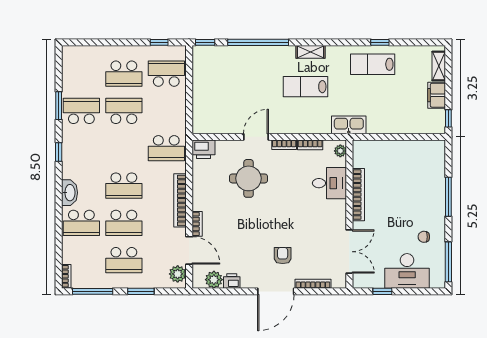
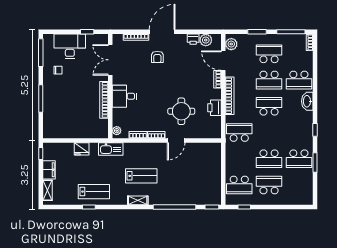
fridge: (390, 125) -> (82, 149), added
printer: (204, 149) -> (214, 108), moved, turned -90
desk: (329, 183) -> (124, 96), moved
school desk: (81, 223) -> (299, 80), turned 180
school desk: (124, 223) -> (269, 80), turned 180

